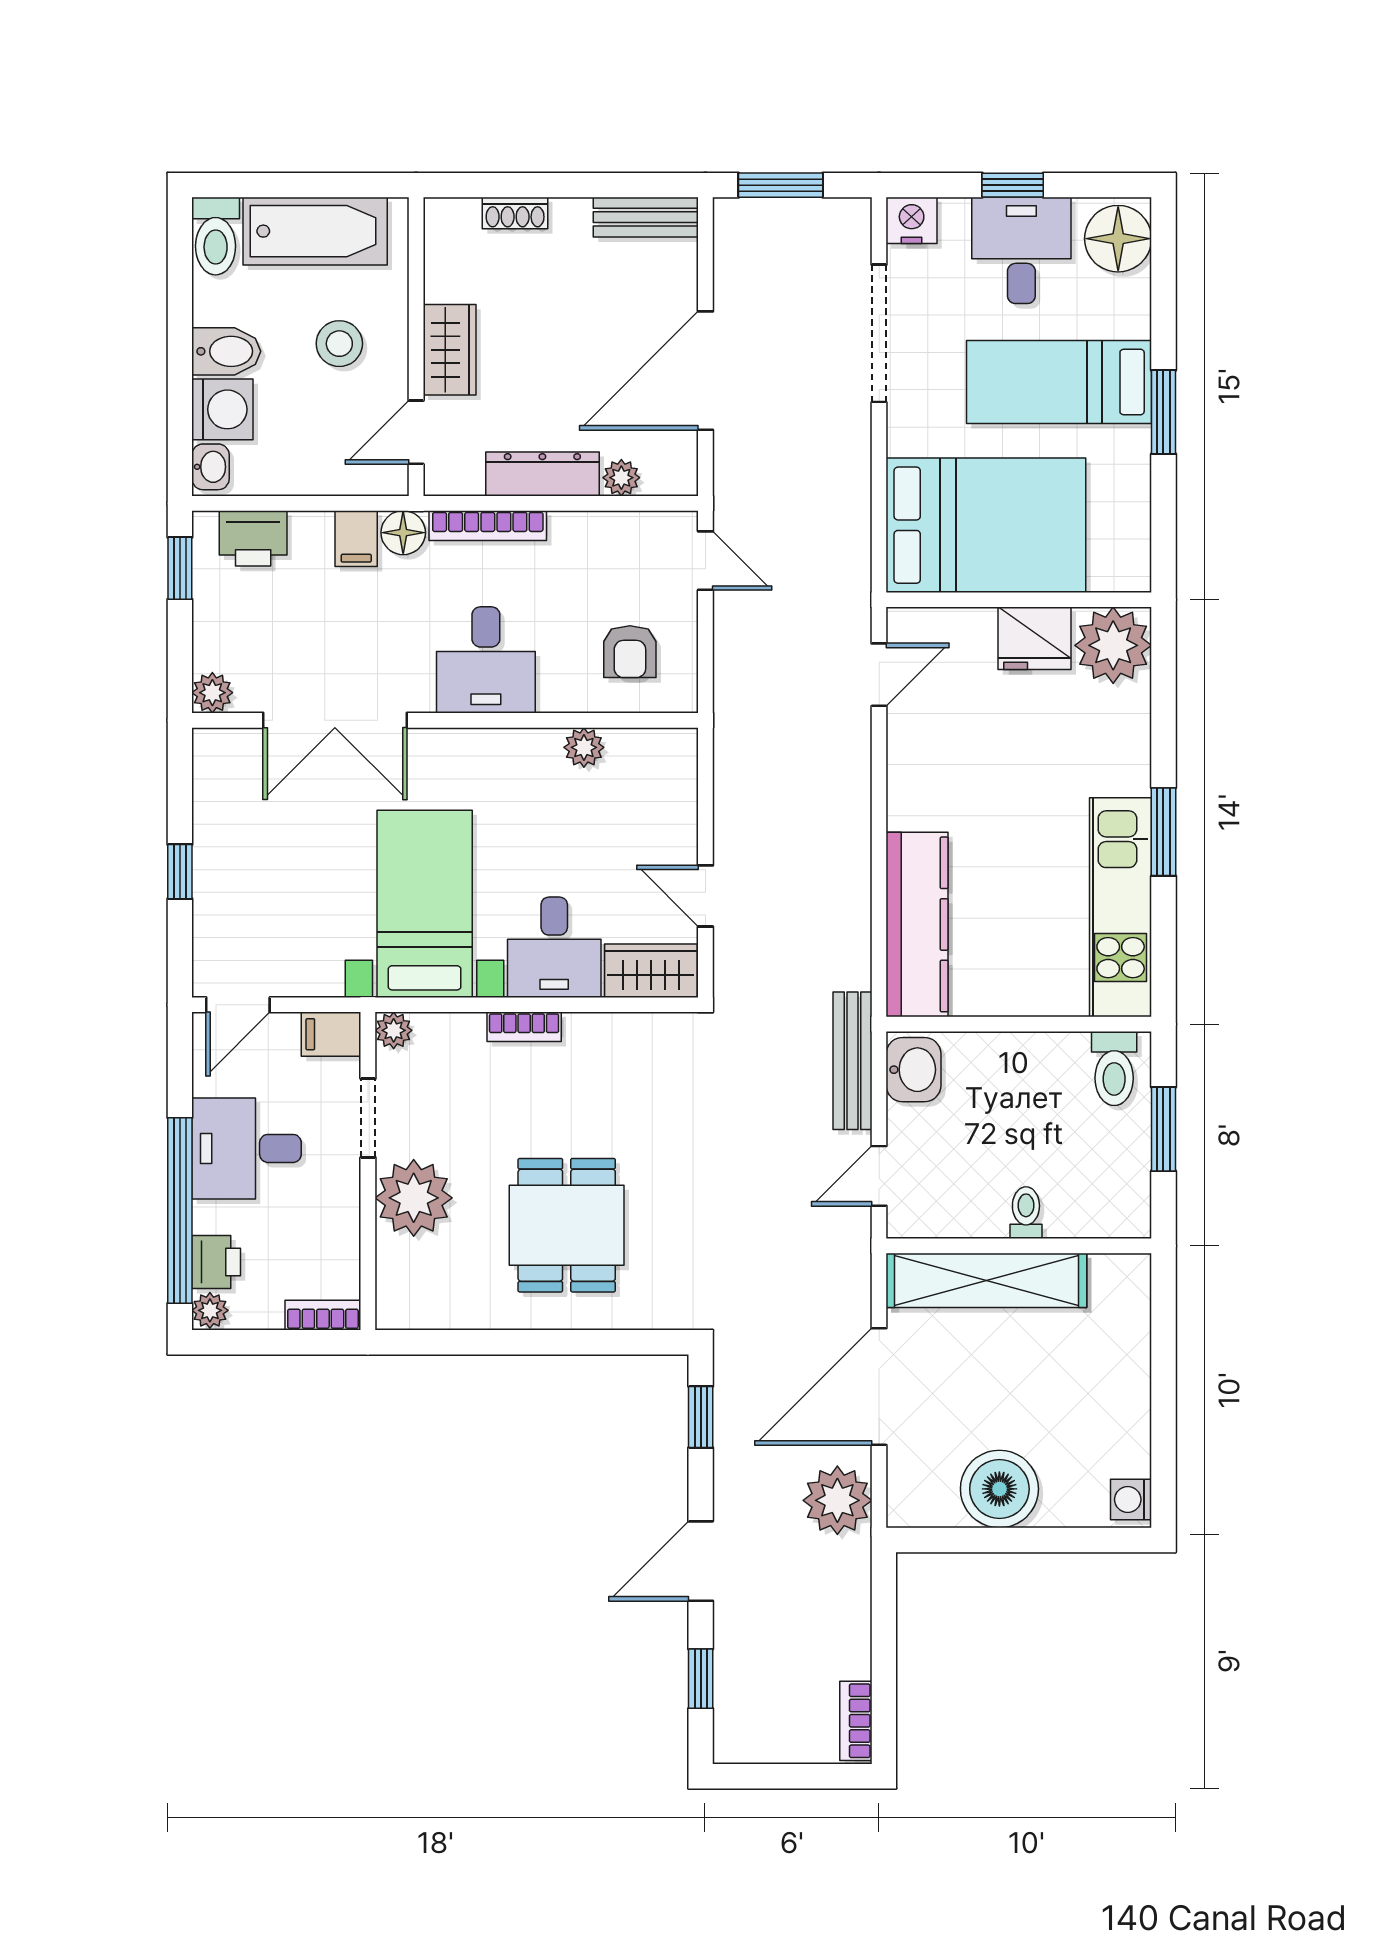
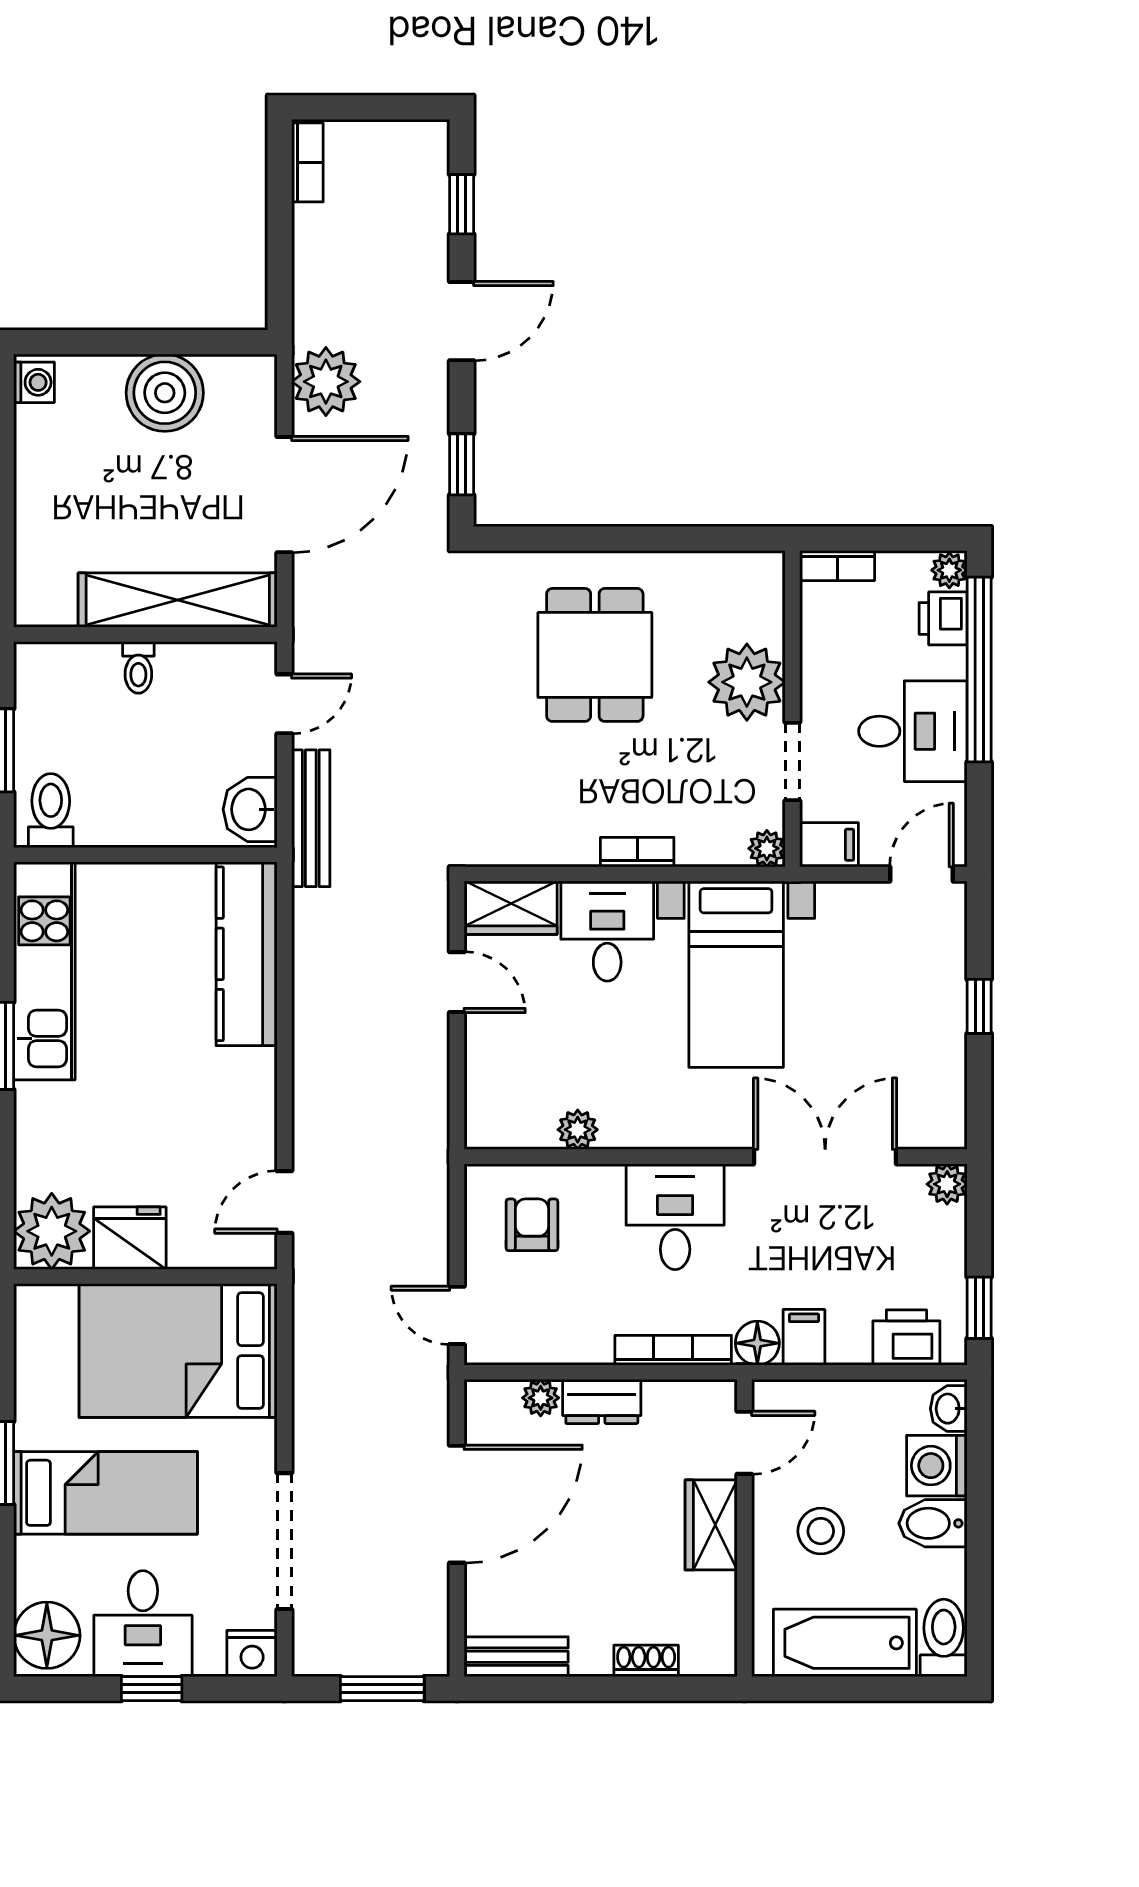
dresser: (542, 474) -> (602, 1402), width x0.70

